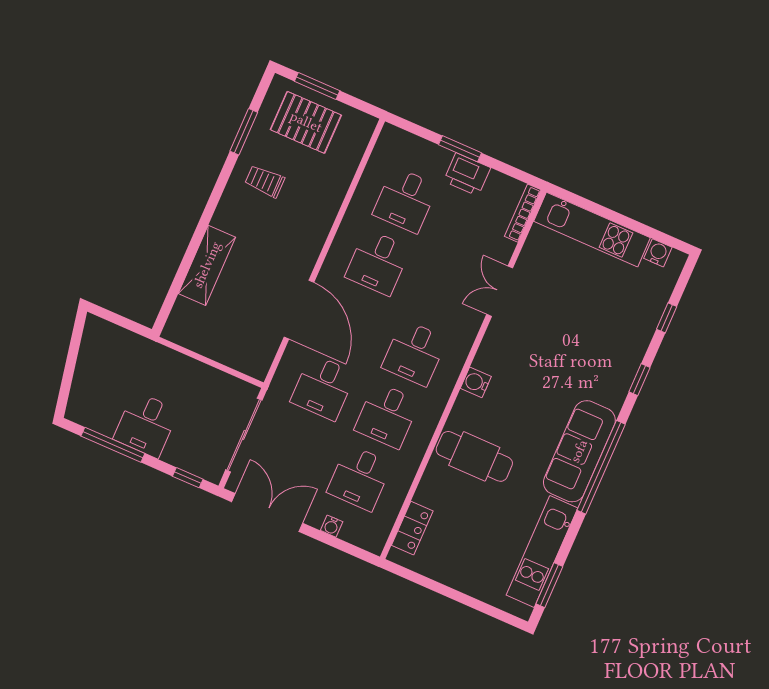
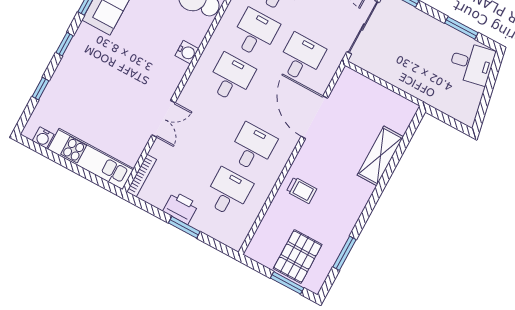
pallet: (306, 122) -> (298, 257), turned 90
trolley: (265, 181) -> (302, 190), moved
desk: (146, 425) -> (472, 63), moved, turned 79
window: (113, 445) -> (461, 28), width x0.69

